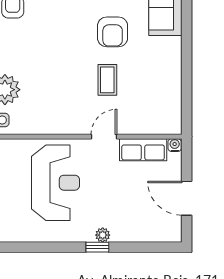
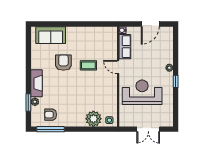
armchair: (113, 32) -> (63, 63), turned -90
window: (97, 247) -> (176, 81), moved

